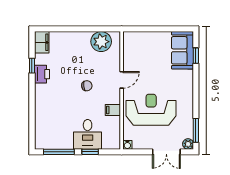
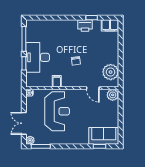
plant: (130, 39) -> (113, 95), added
door: (122, 80) -> (93, 88), moved
desk: (88, 134) -> (38, 57), width x1.37

